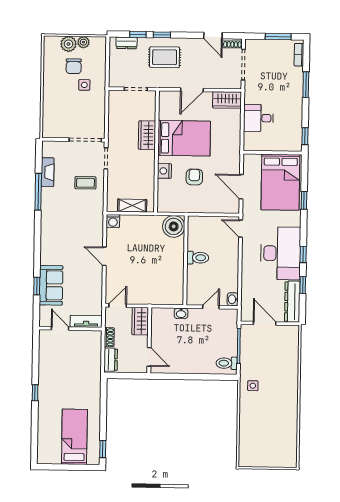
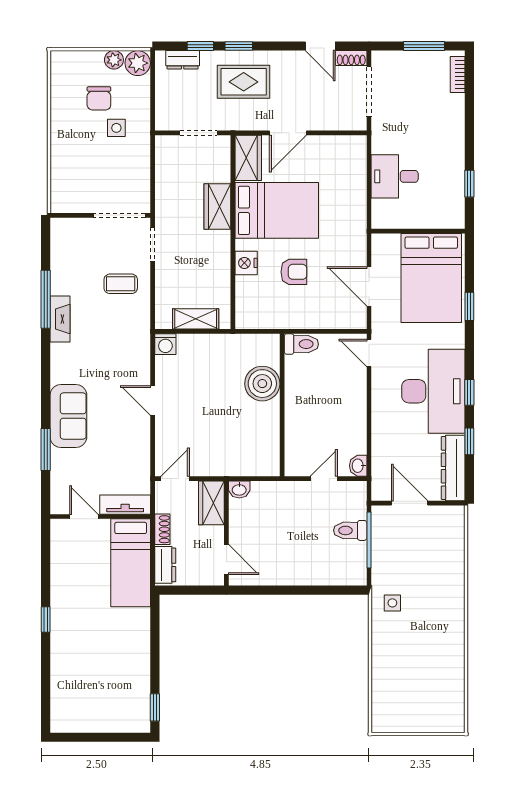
plant: (68, 44) -> (138, 63), moved
window: (306, 85) -> (469, 122), removed
wardrobe: (227, 100) -> (248, 158), moved, turned -90
window: (305, 136) -> (469, 184), moved
fireplace: (48, 172) -> (60, 319), moved
armchair: (194, 177) -> (294, 272), turned 90
boiler: (174, 226) -> (262, 384), moved
toilet: (198, 258) -> (301, 344), moved
sofa: (51, 285) -> (68, 416), moved
window: (37, 286) -> (46, 450), width x1.50
washbasin: (181, 313) -> (239, 489), moved
toilet: (227, 363) -> (350, 530), moved
bed: (74, 437) -> (131, 563), moved, turned 180

